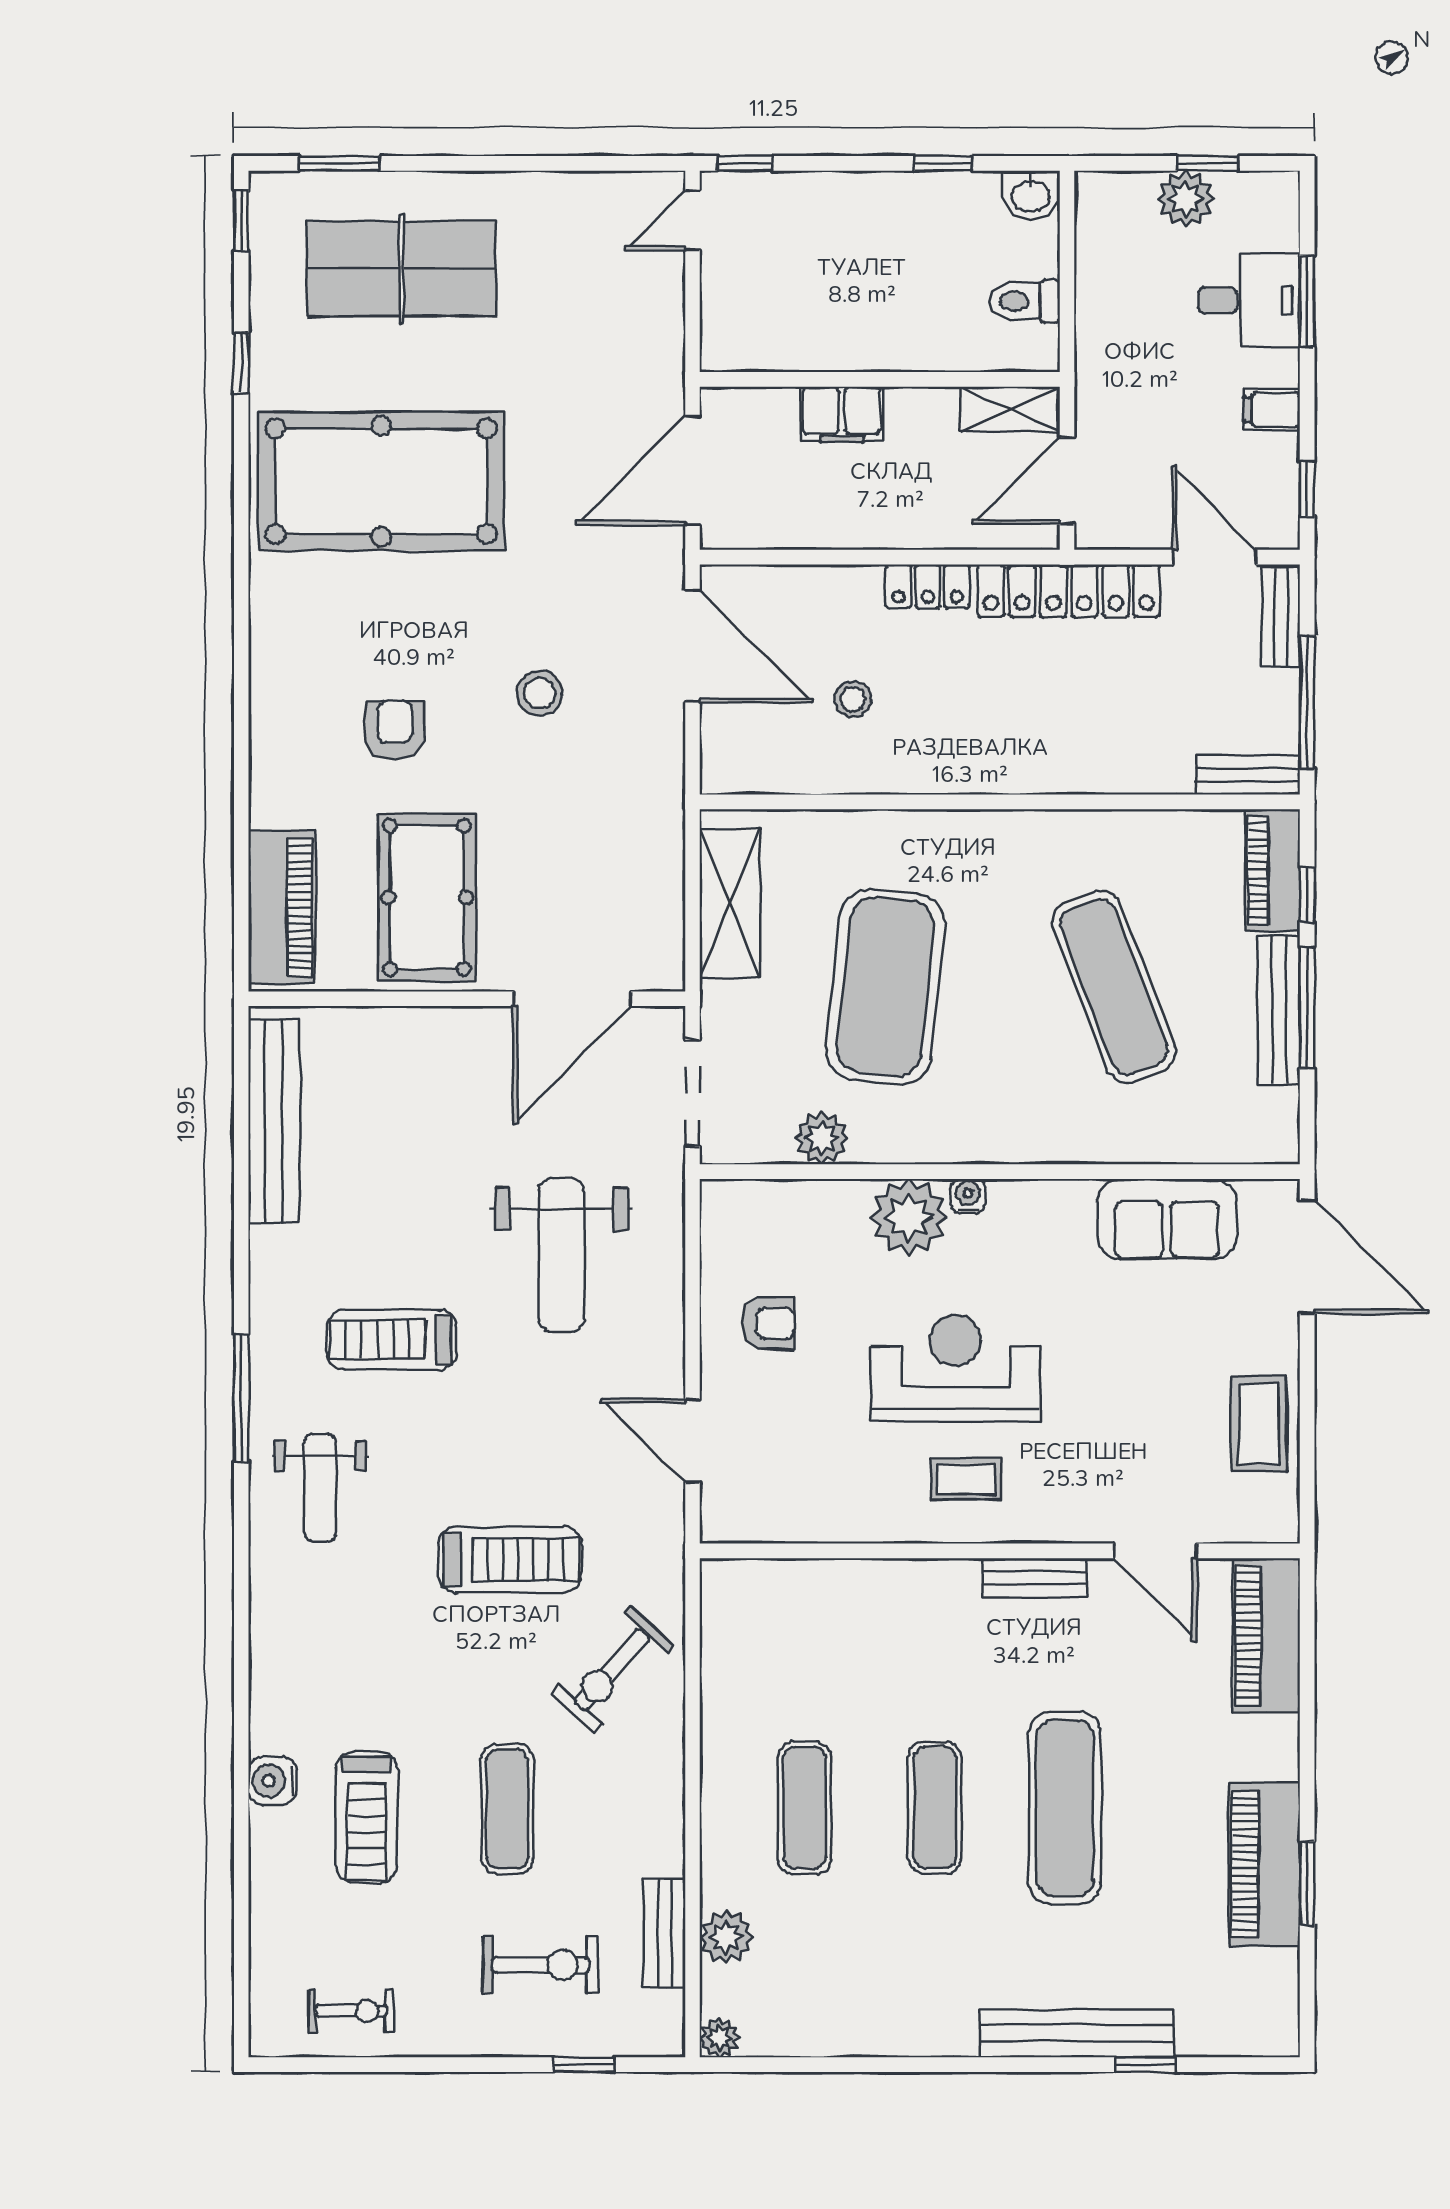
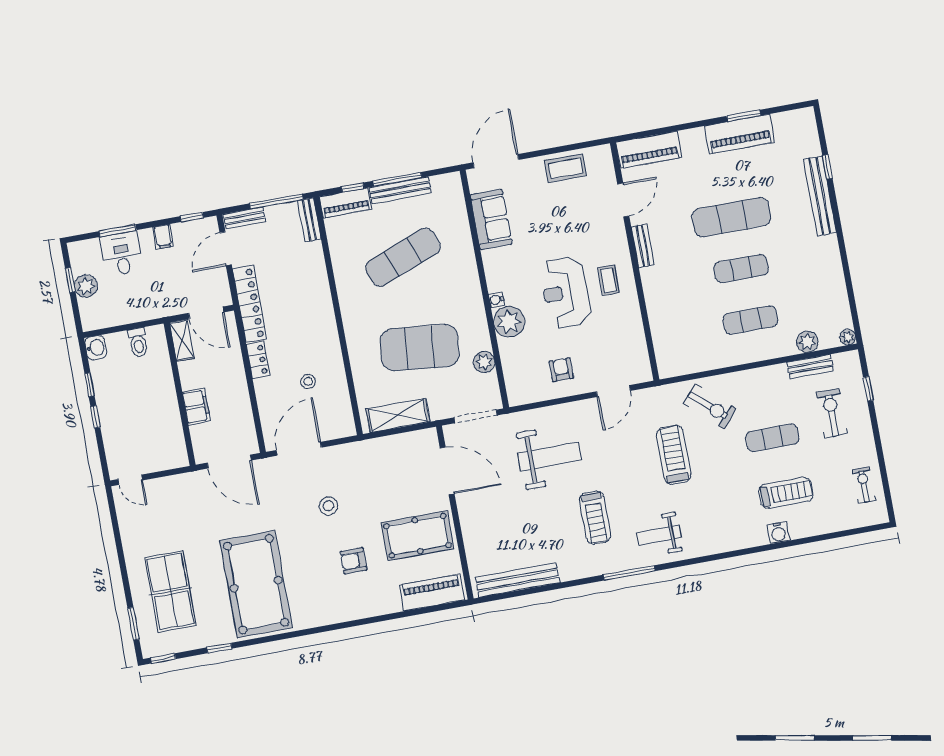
window: (745, 163) -> (95, 417), moved
weight bench: (320, 1488) -> (659, 535), turned 180

